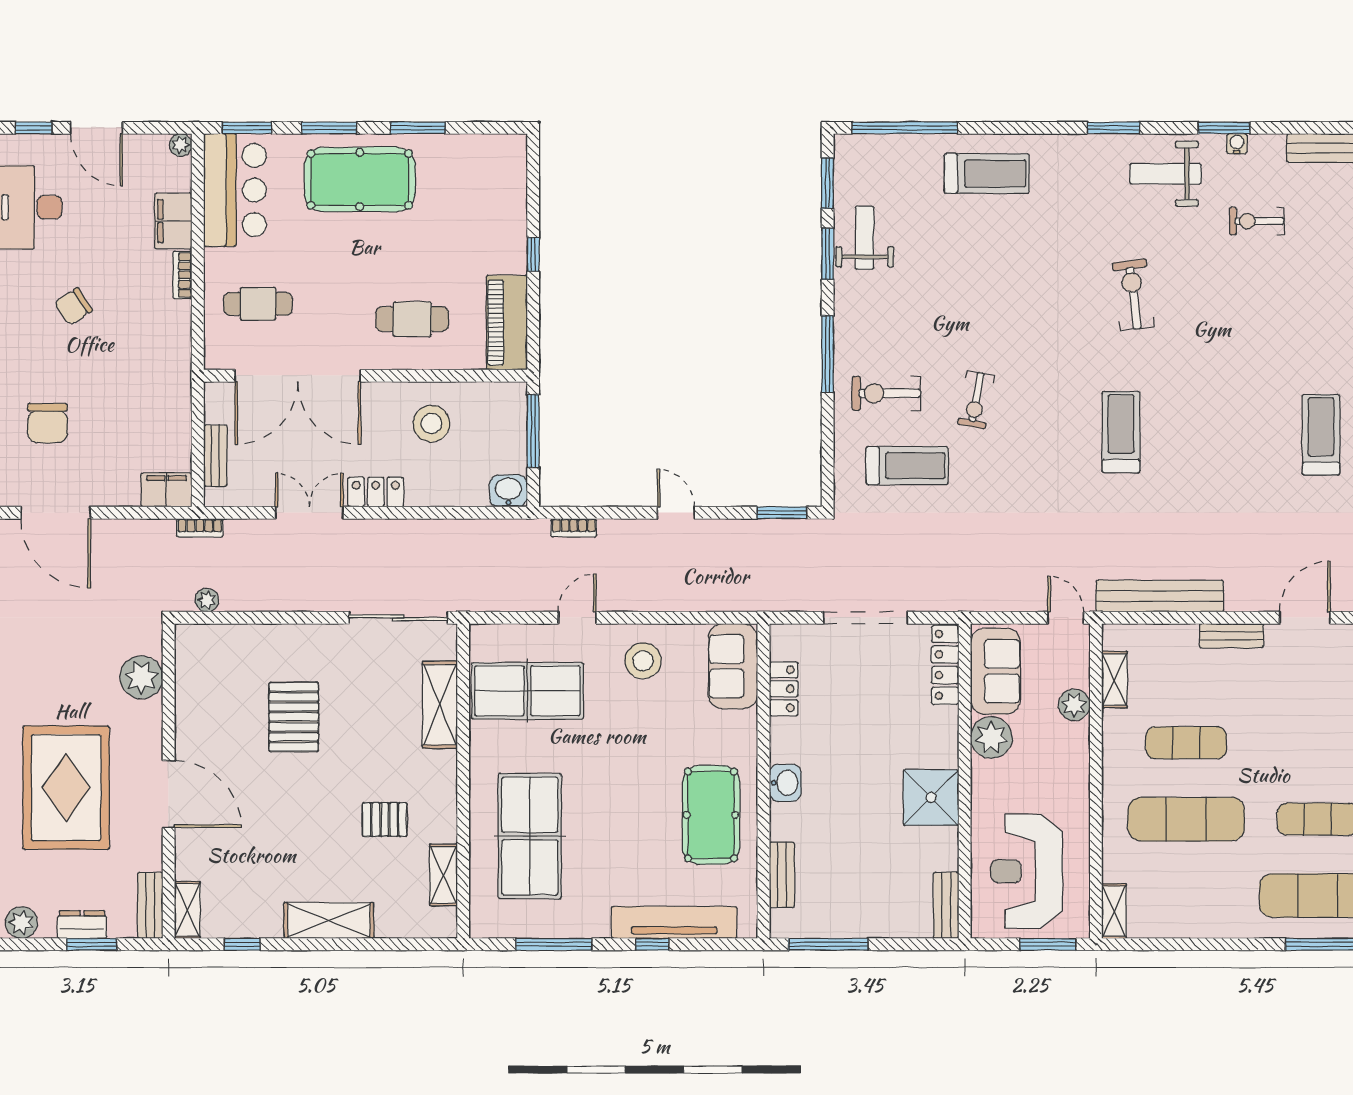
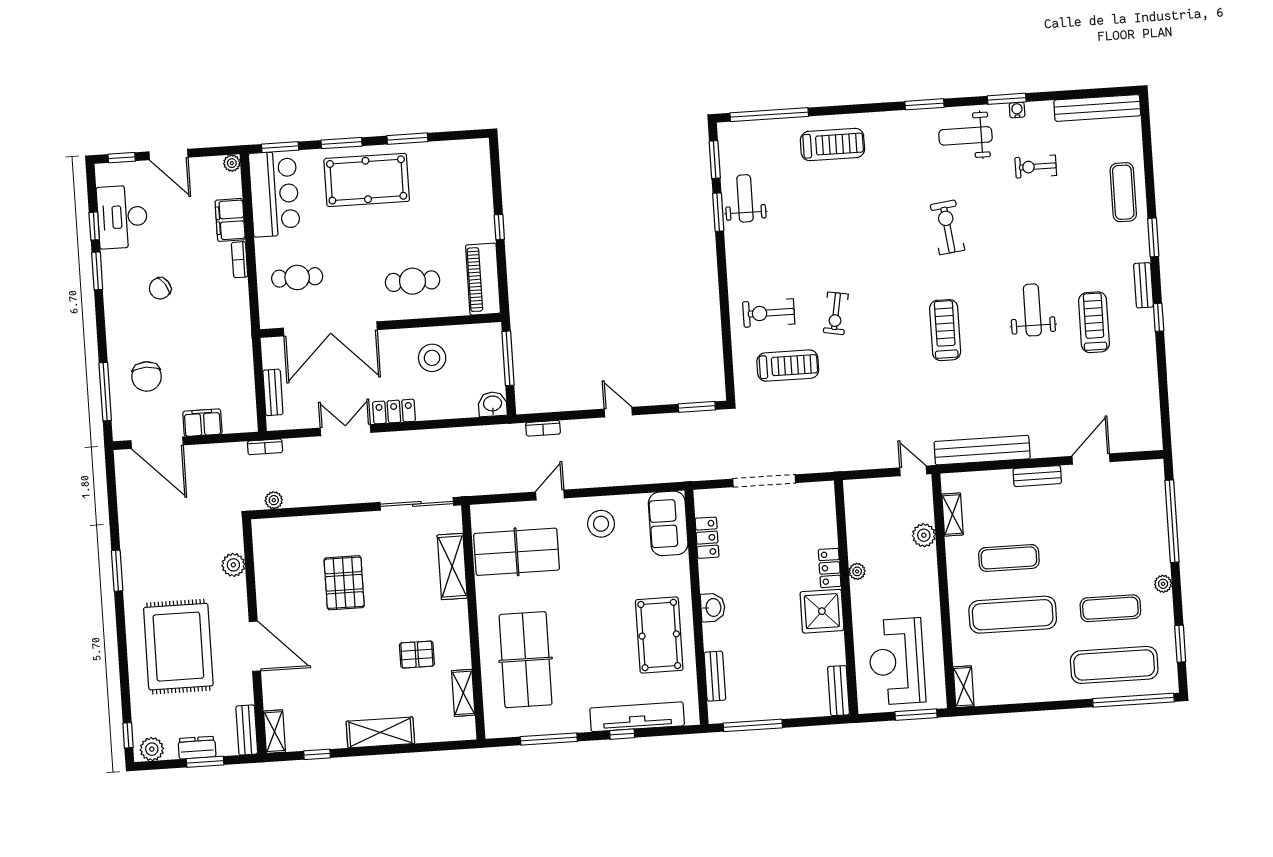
window: (828, 354) -> (723, 287), removed
weight bench: (1240, 413) -> (1032, 310), added
filing cabinet: (167, 490) -> (202, 423), moved
locker: (945, 665) -> (830, 568), moved, width x0.66
sofa: (995, 671) -> (864, 514), removed
plant: (141, 677) -> (233, 565), width x0.73, depth x0.73
plant: (991, 738) -> (857, 571), width x0.53, depth x0.53

